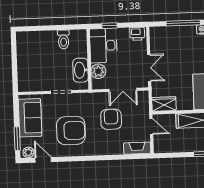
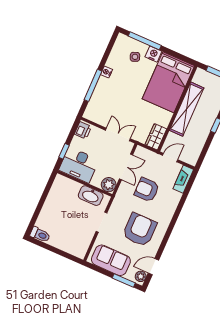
toilet: (63, 39) -> (40, 235), moved
plant: (98, 71) -> (109, 185), moved

